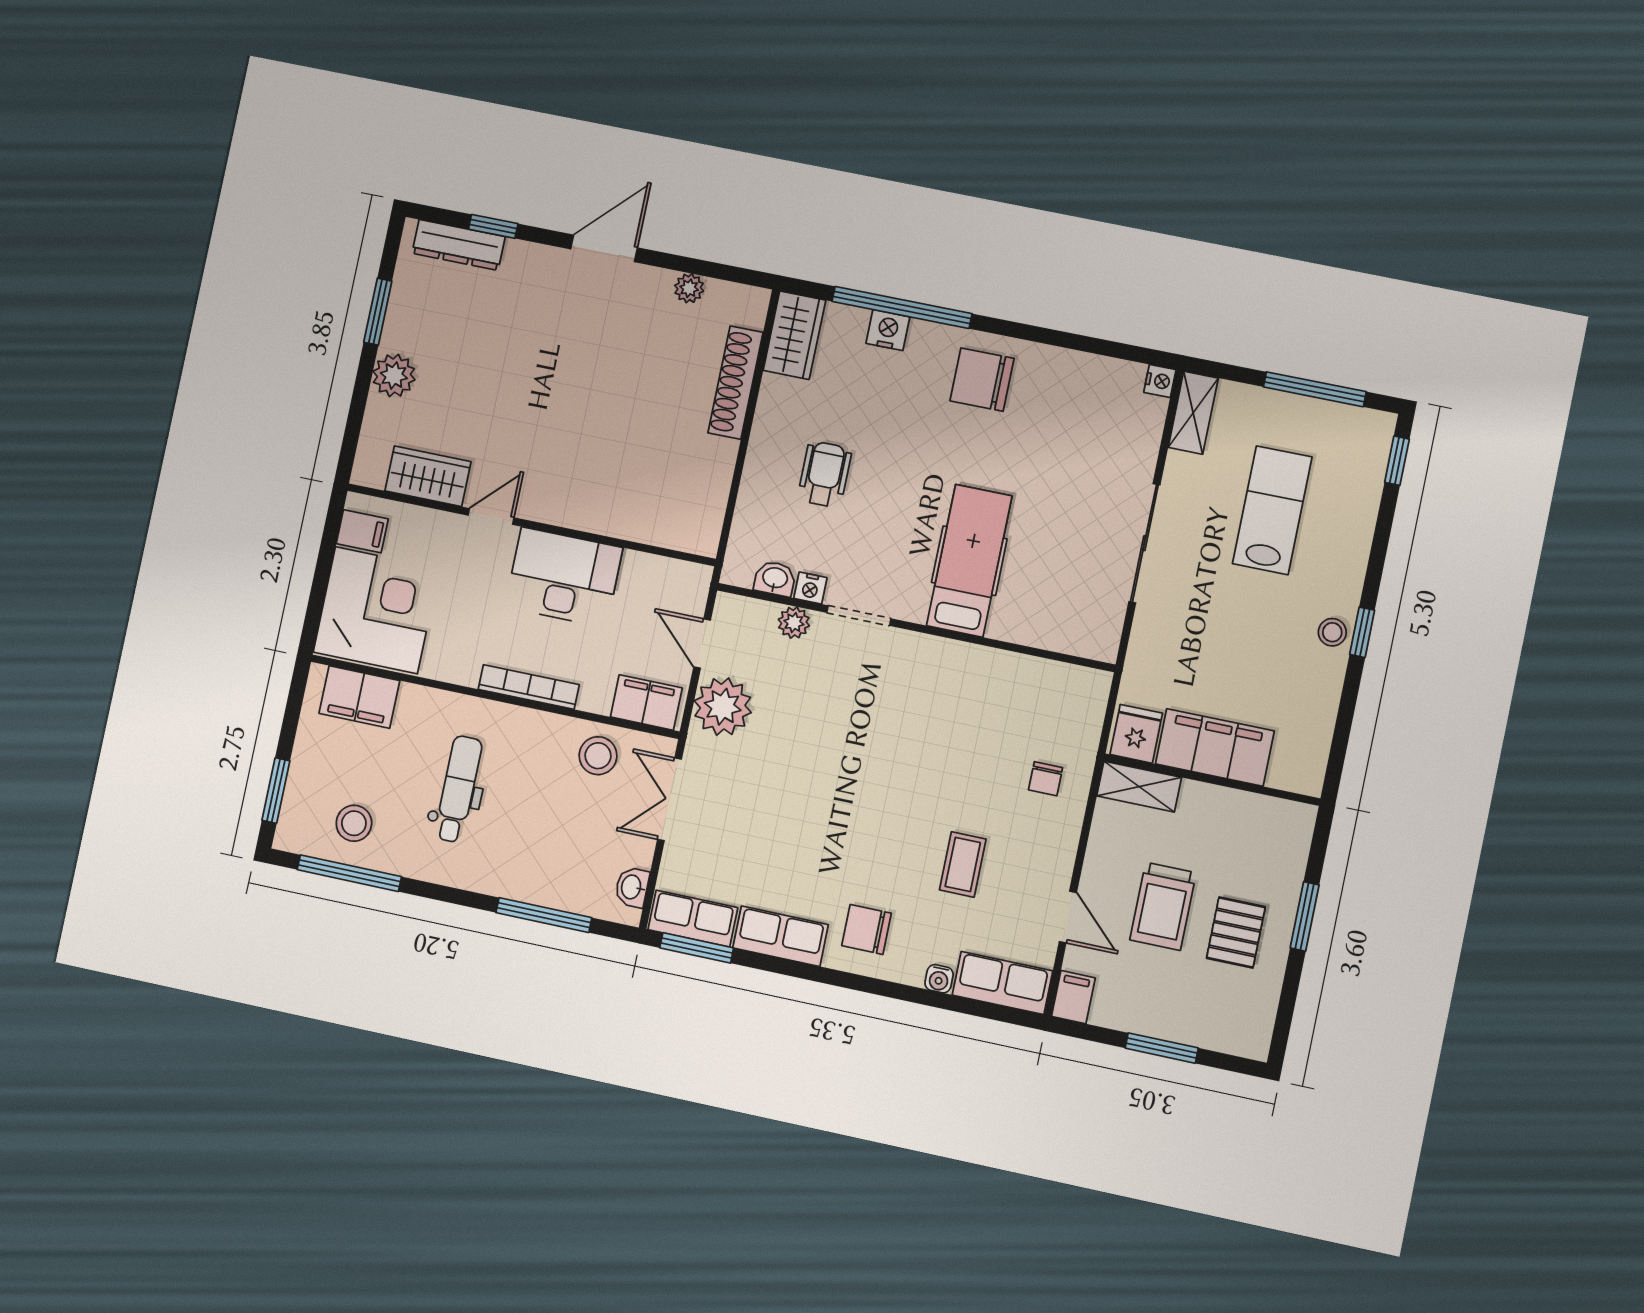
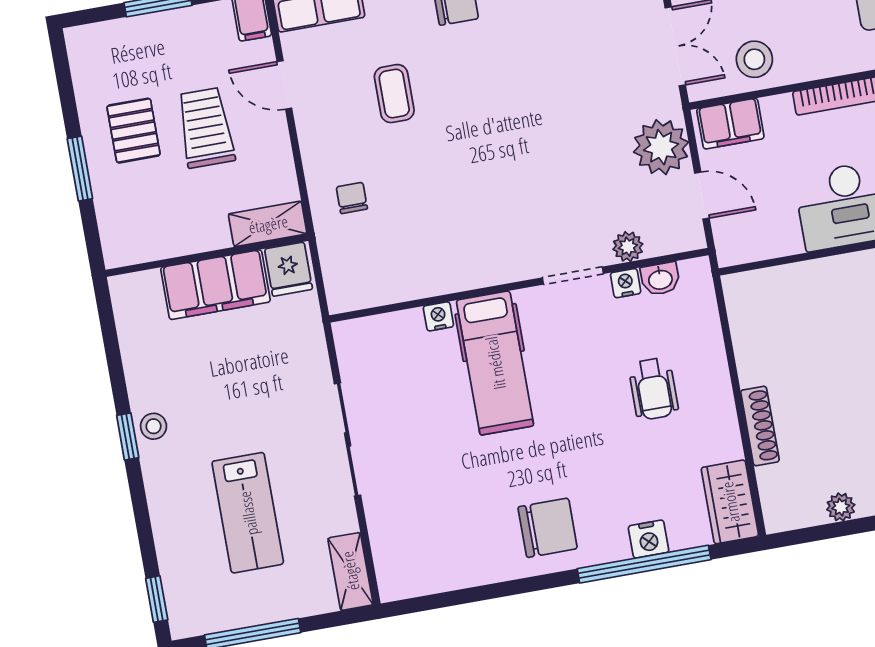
nightstand: (1160, 381) -> (438, 316), moved, turned 90
shoe rack: (735, 383) -> (760, 426), width x0.74, depth x0.81

